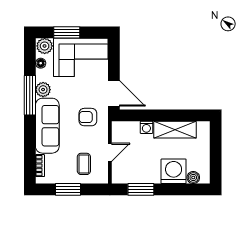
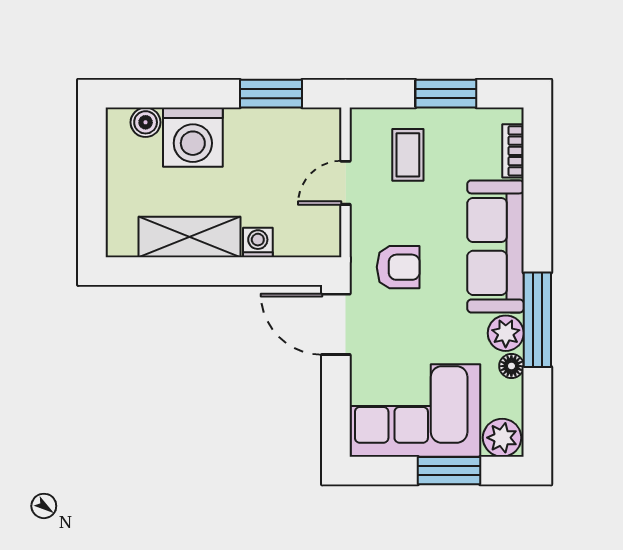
floor lamp: (41, 63) -> (511, 366), moved

